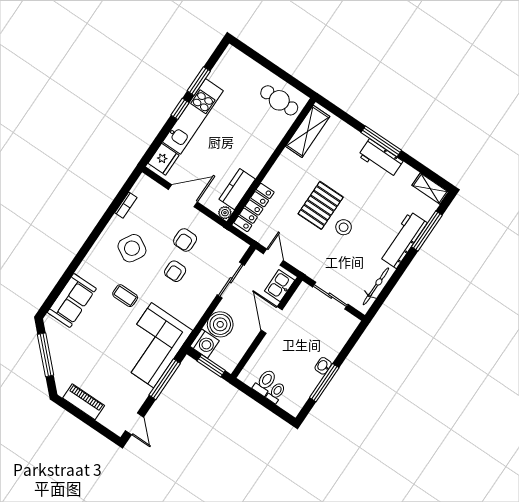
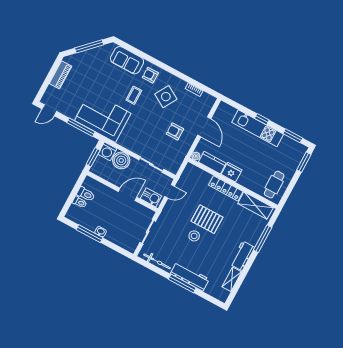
window: (250, 53) -> (304, 162), added
window: (199, 81) -> (293, 136), moved
window: (381, 141) -> (263, 239), moved
fridge: (164, 159) -> (232, 172), moved, turned 180
shelving: (430, 189) -> (232, 279), moved
locker: (254, 207) -> (226, 188), moved
window: (427, 231) -> (182, 283), moved
armchair: (175, 271) -> (150, 75), moved

